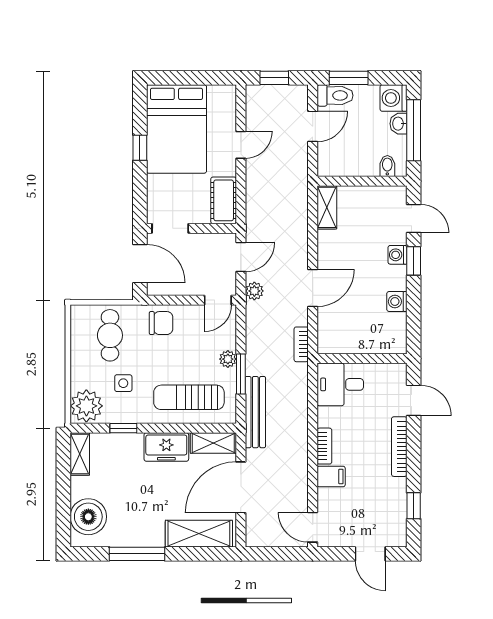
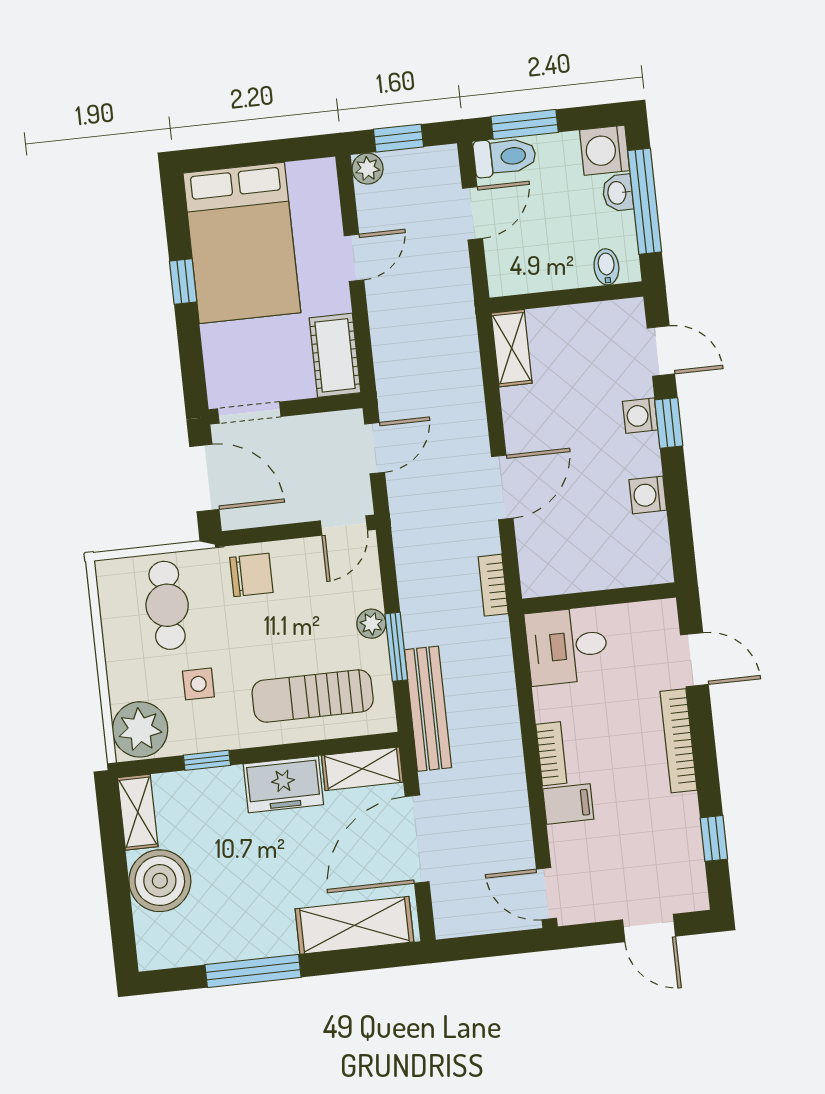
plant: (254, 291) -> (368, 169), moved
boiler: (88, 517) -> (160, 881), moved

